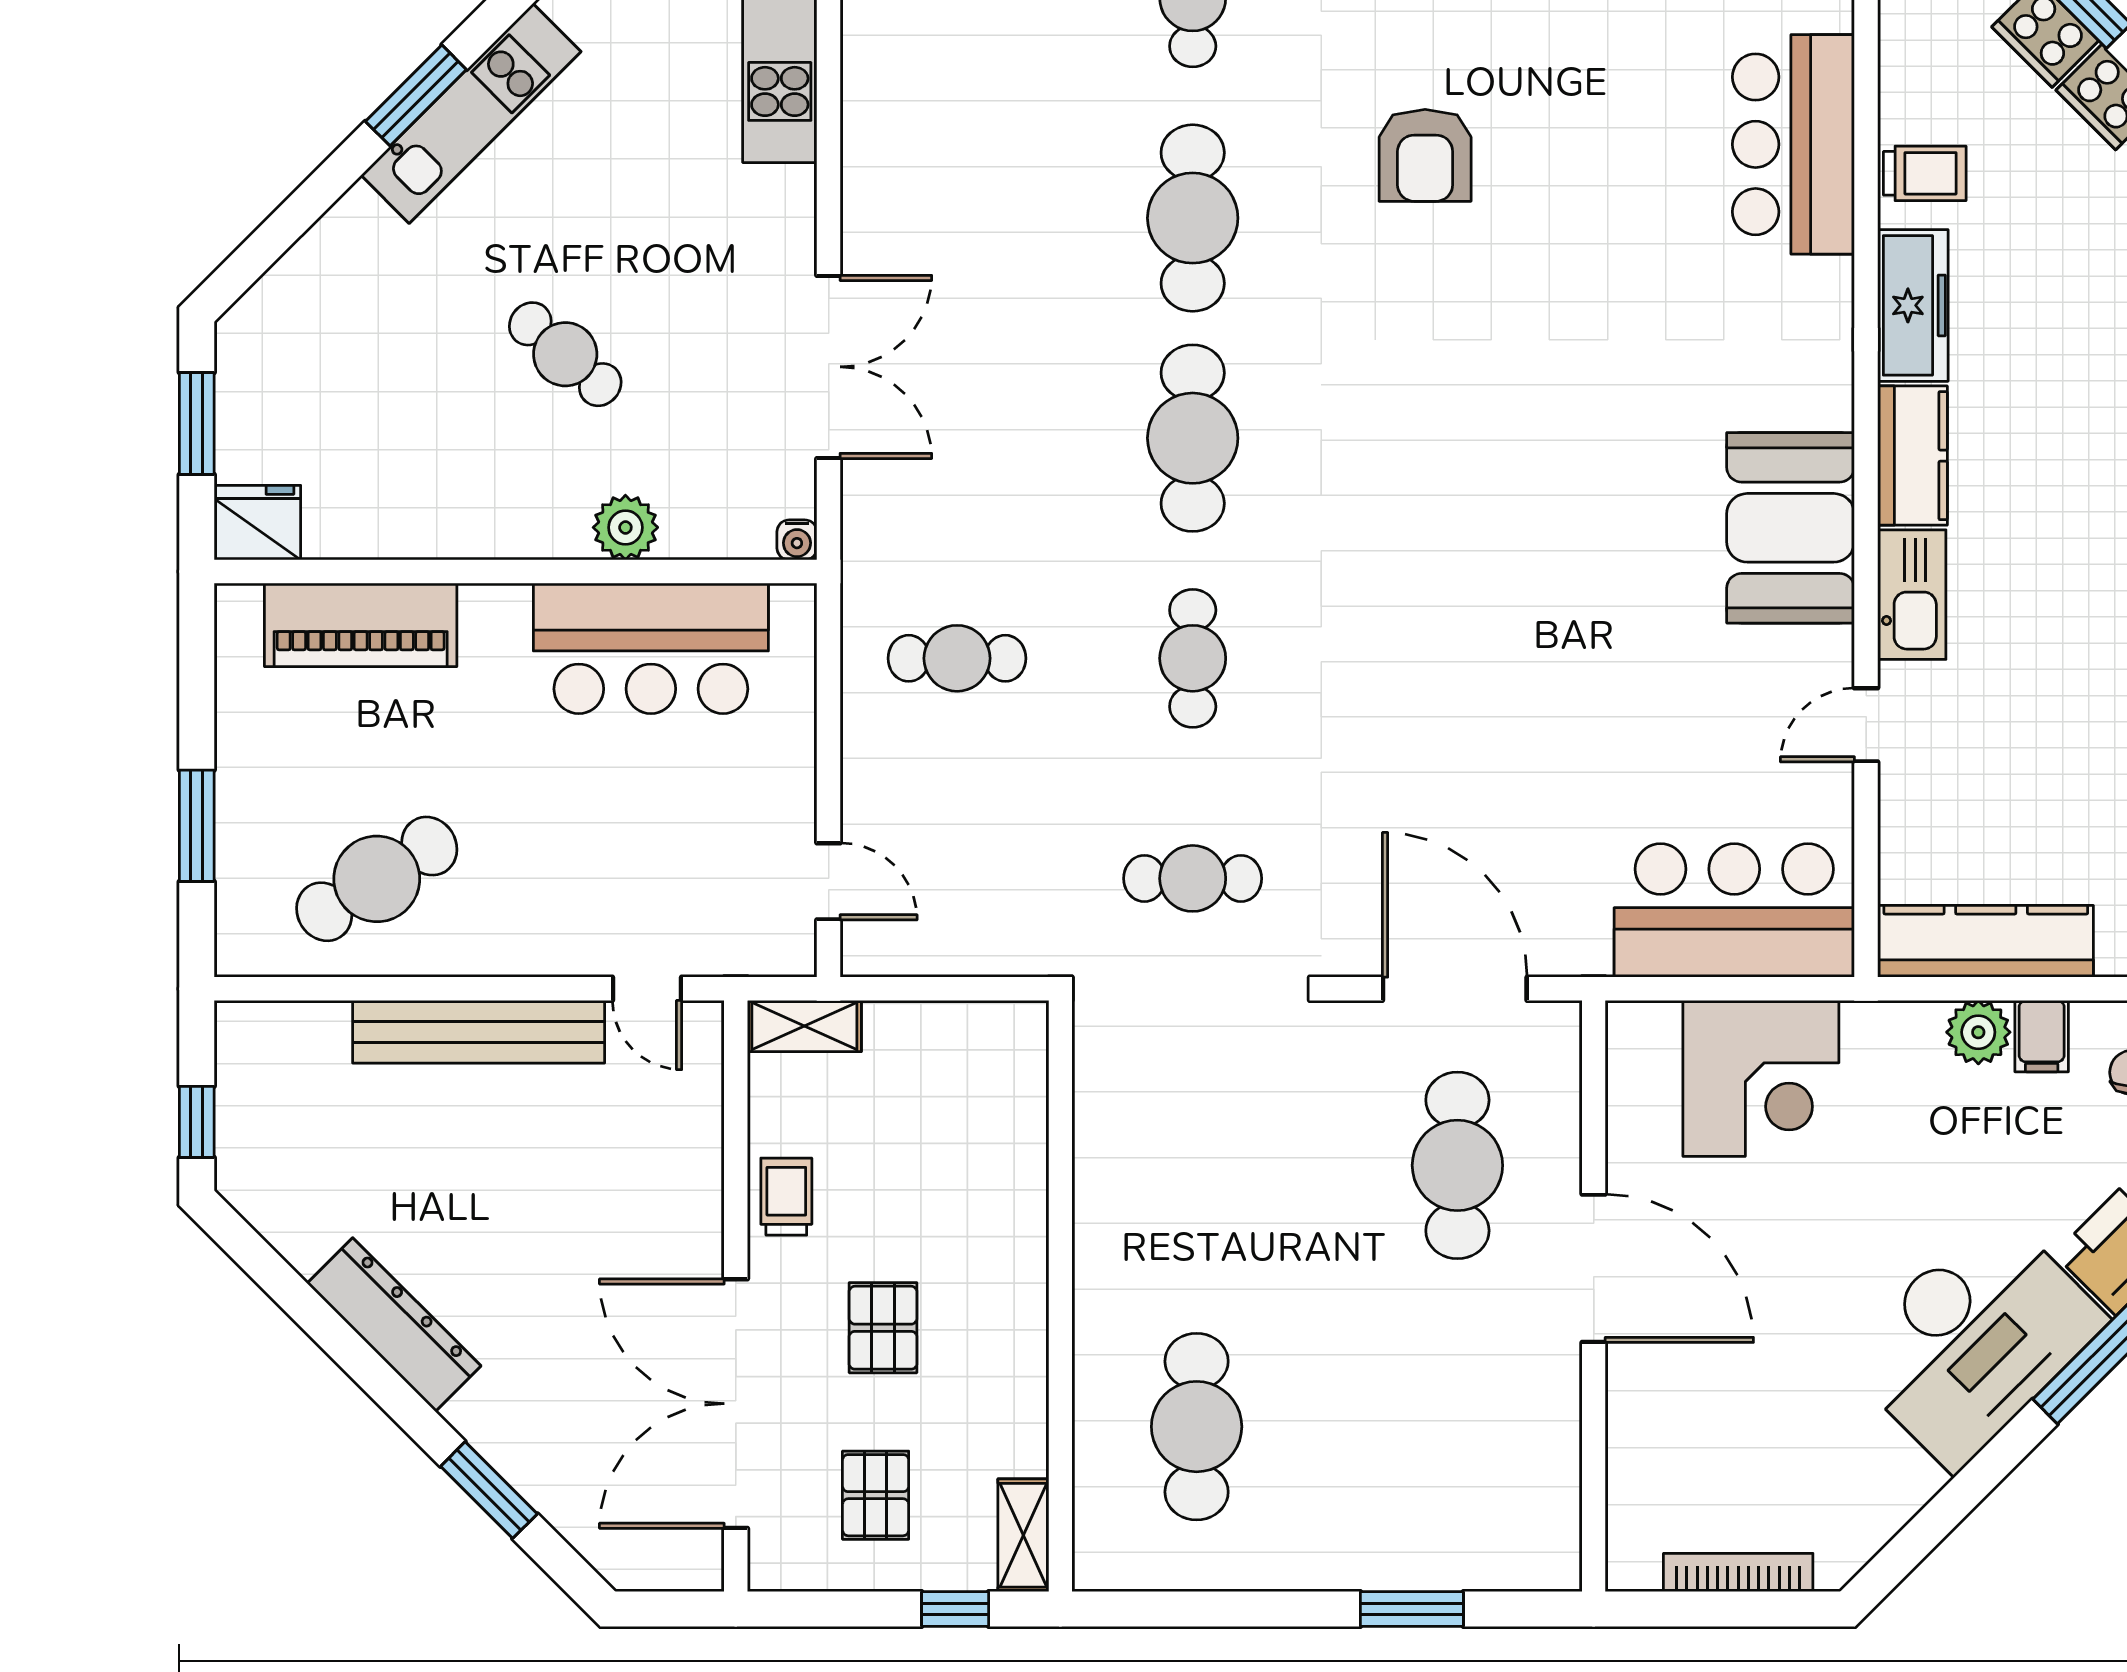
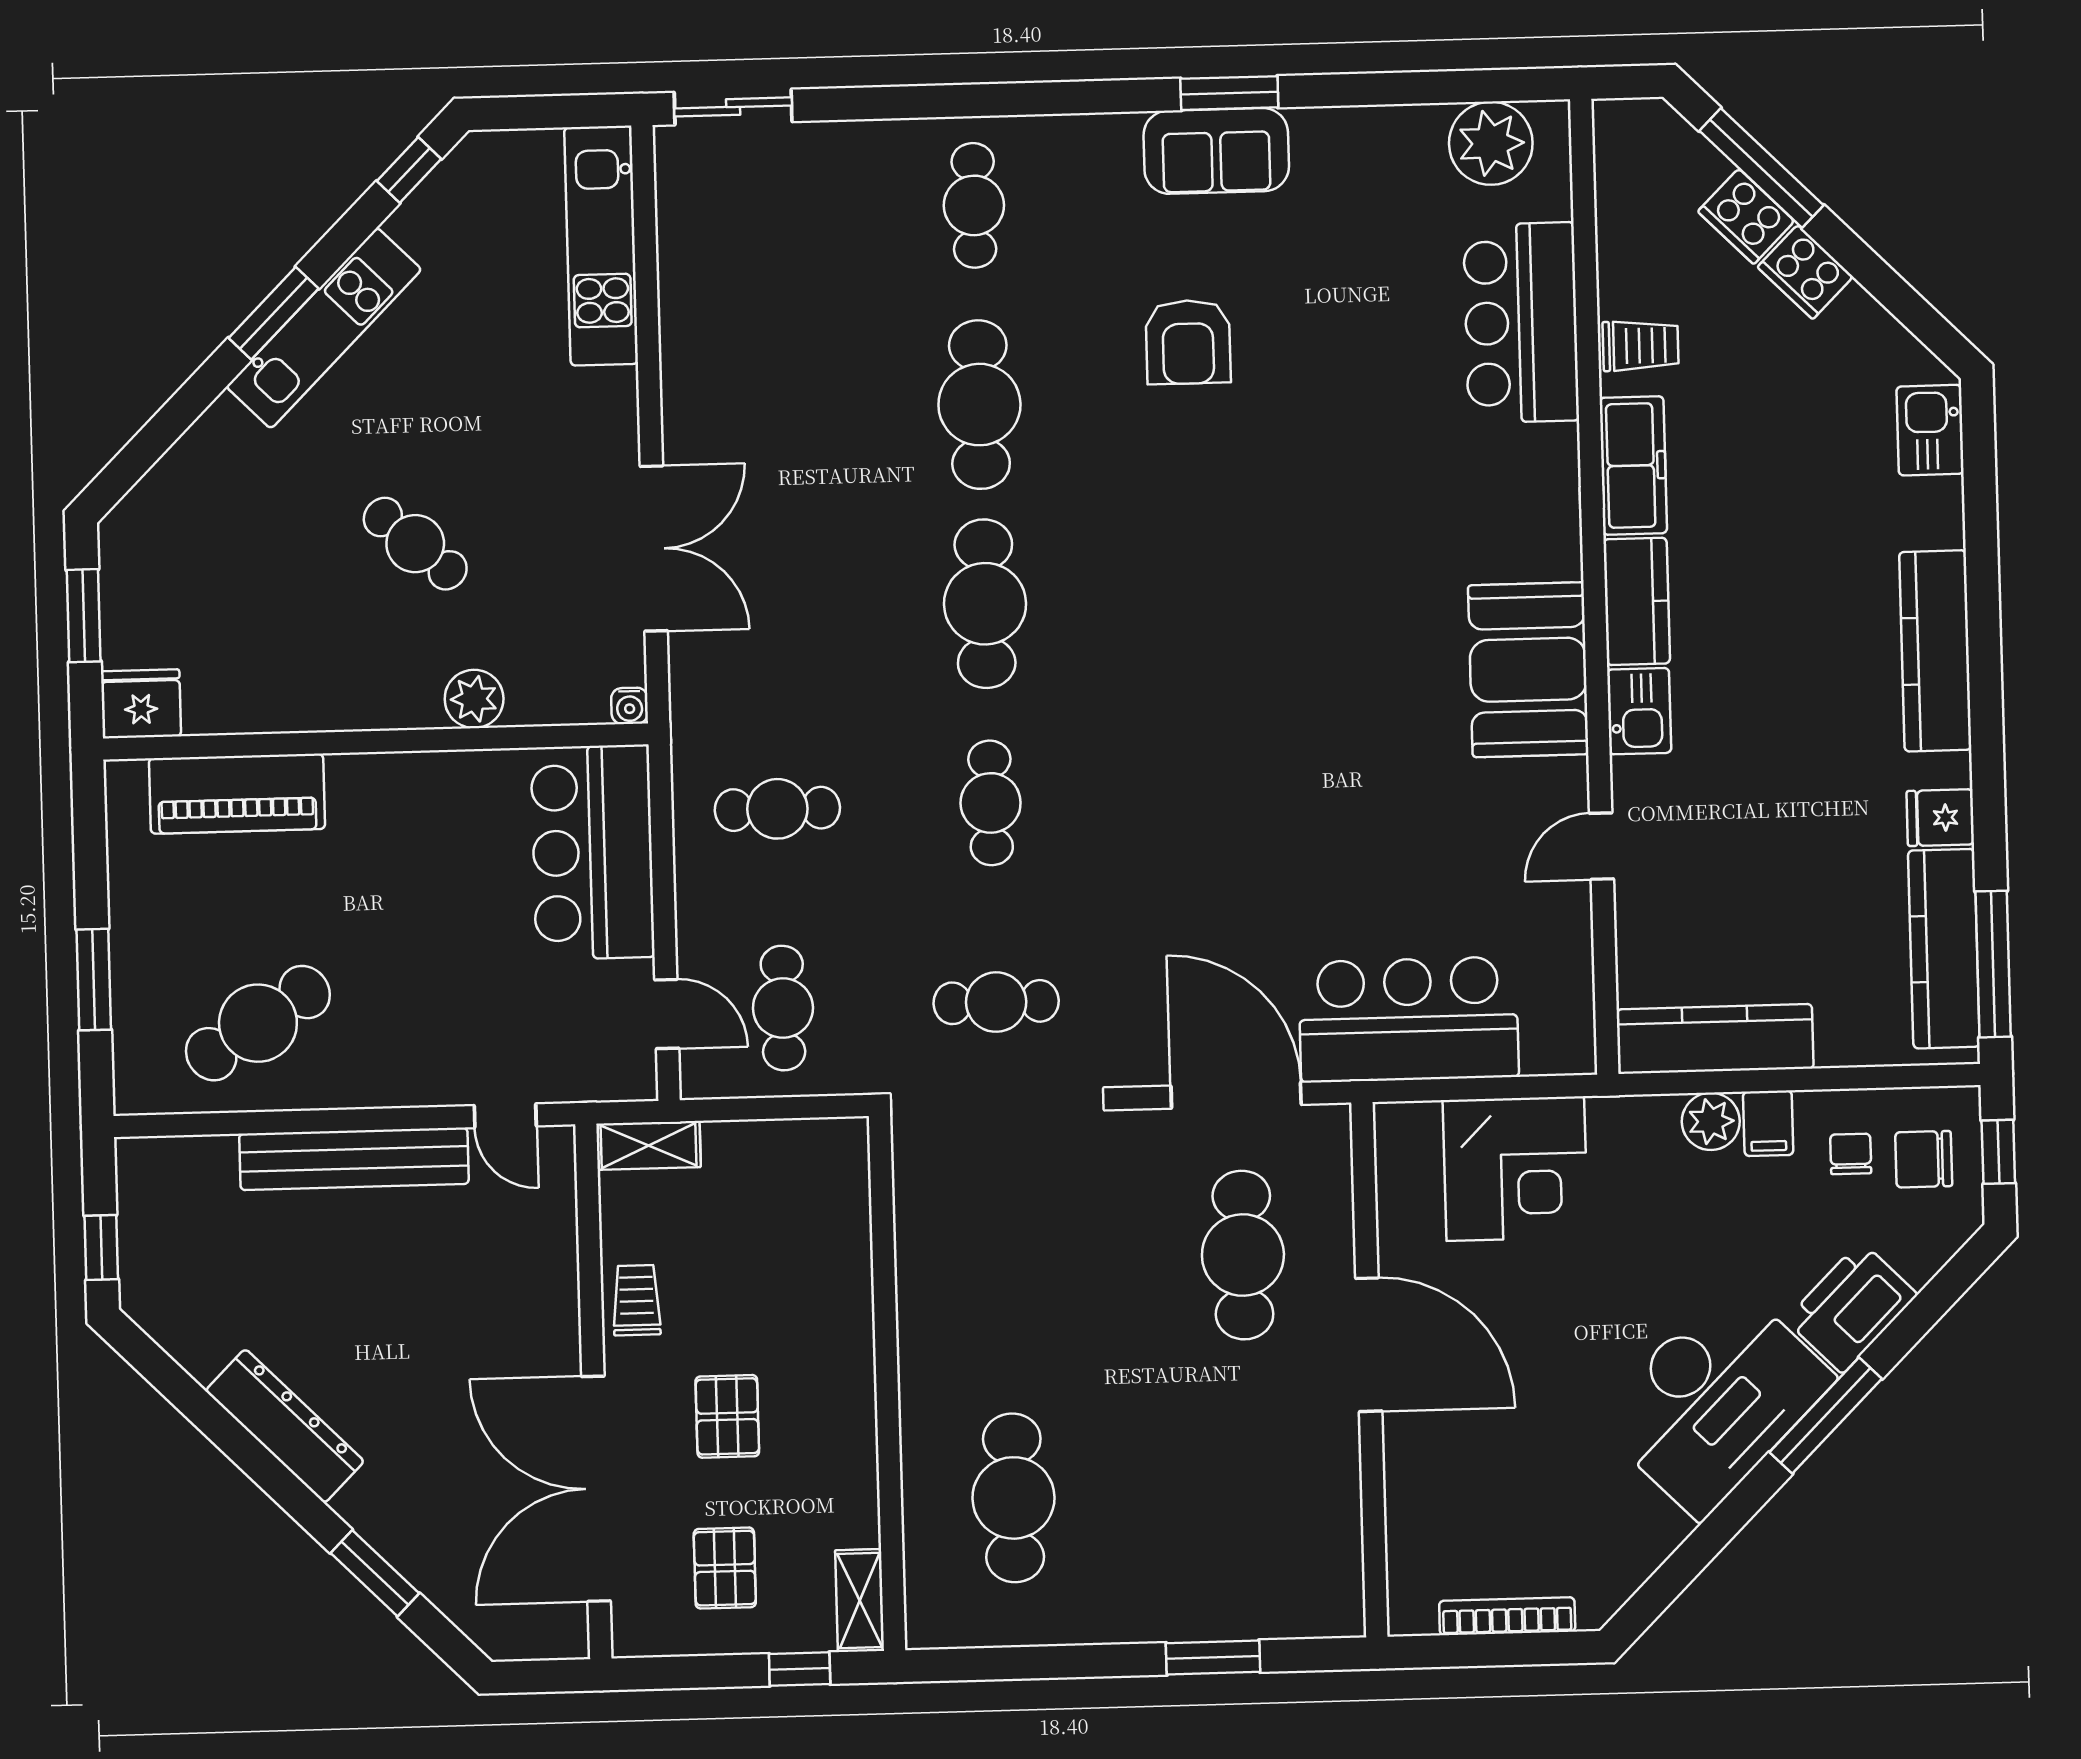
kitchen sink: (1912, 595) -> (1639, 711), width x0.73
bar counter: (651, 648) -> (593, 852), moved, turned 90
cafe table: (957, 878) -> (783, 1008), added
bar counter: (1734, 910) -> (1408, 1020), moved

